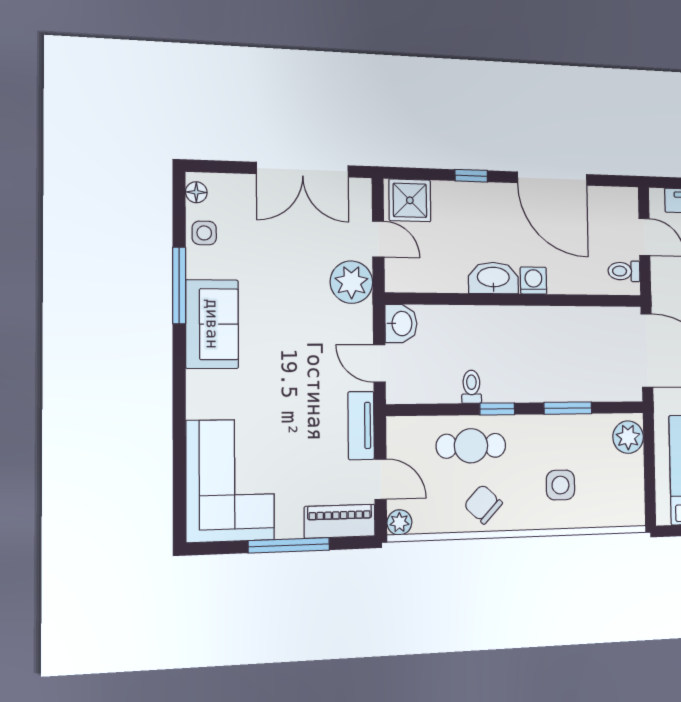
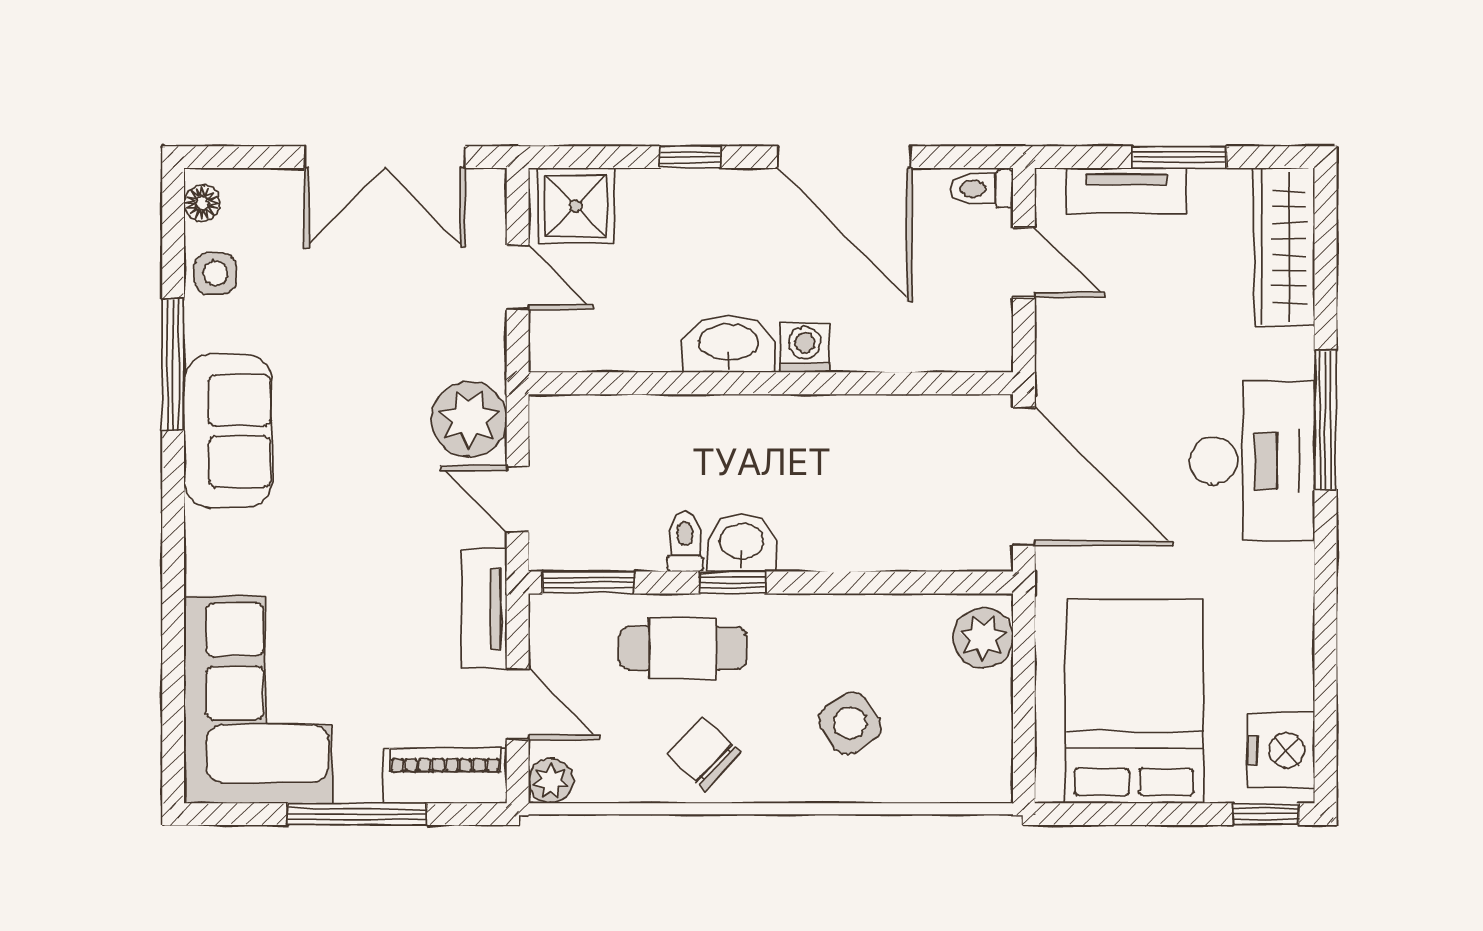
toilet: (624, 271) -> (982, 189), moved
plant: (351, 282) -> (469, 419), moved
washbasin: (401, 324) -> (742, 543), moved, turned -90
window: (568, 408) -> (589, 583), moved
side table: (560, 485) -> (850, 723), turned -34

